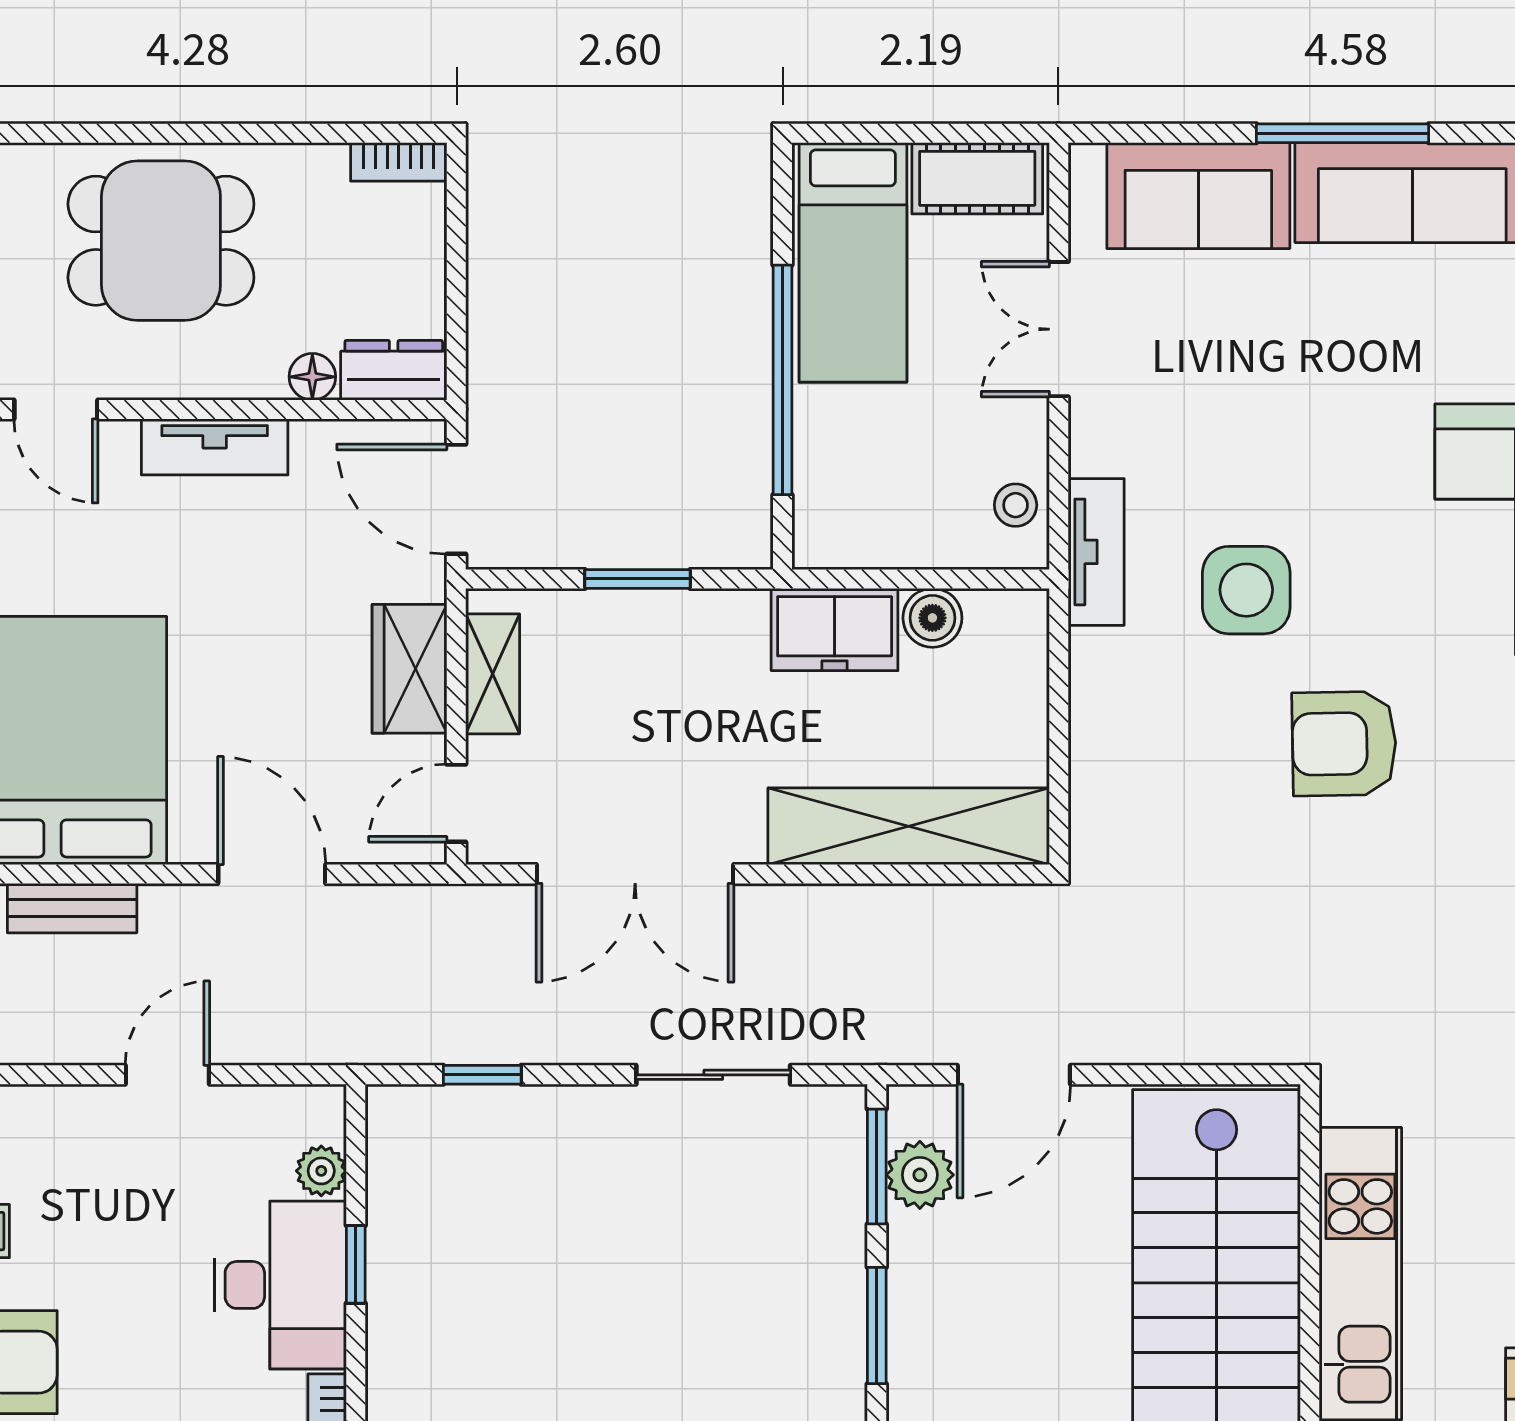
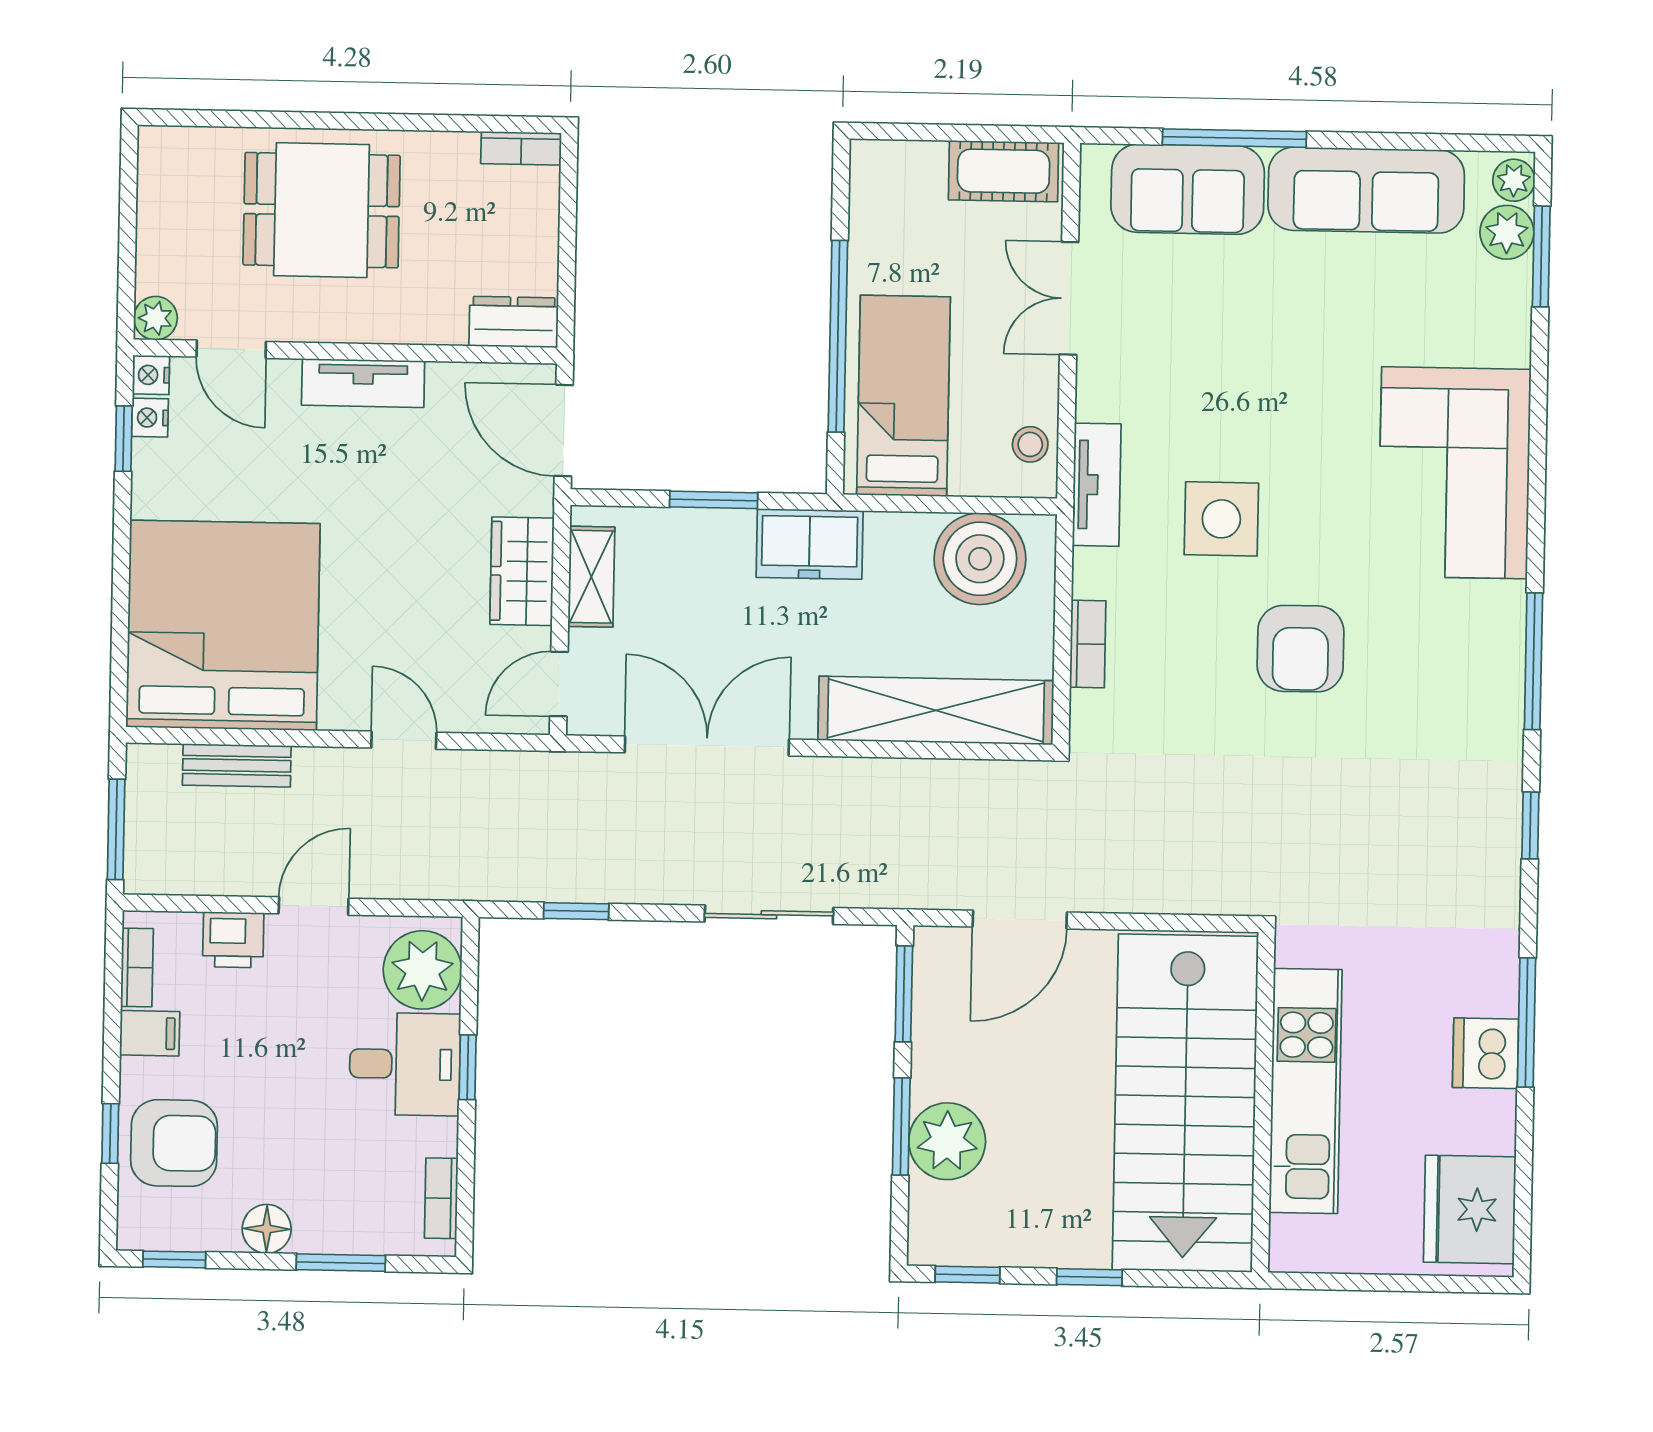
window: (1342, 133) -> (1234, 138), moved
bed: (853, 262) -> (904, 396), moved, turned 180
floor lamp: (312, 377) -> (446, 326), removed
boiler: (932, 618) -> (980, 559), width x1.86, depth x1.86
freezer: (835, 630) -> (810, 544), moved
bookcase: (1089, 743) -> (1088, 644), added
armchair: (1344, 744) -> (1301, 649), turned -89
door: (272, 874) -> (404, 740), width x0.73
double door: (635, 874) -> (707, 746), swing flipped
printer: (72, 1117) -> (233, 940), added
plant: (321, 1171) -> (422, 970), width x1.87, depth x1.87
plant: (920, 1175) -> (947, 1141), moved, width x1.36, depth x1.36
desk: (280, 1285) -> (405, 1064), width x0.73

